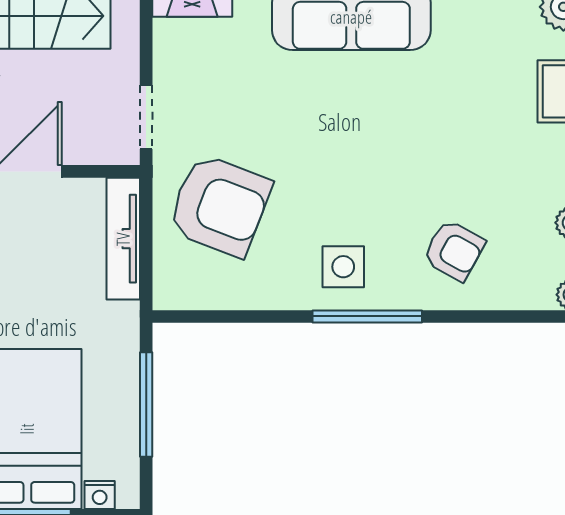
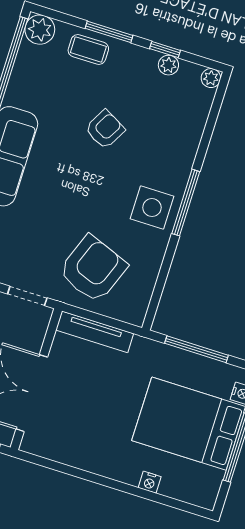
armchair: (454, 250) -> (105, 129), moved
side table: (343, 267) -> (152, 208), width x1.37, depth x1.37

